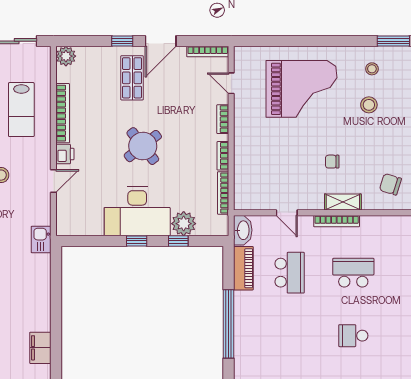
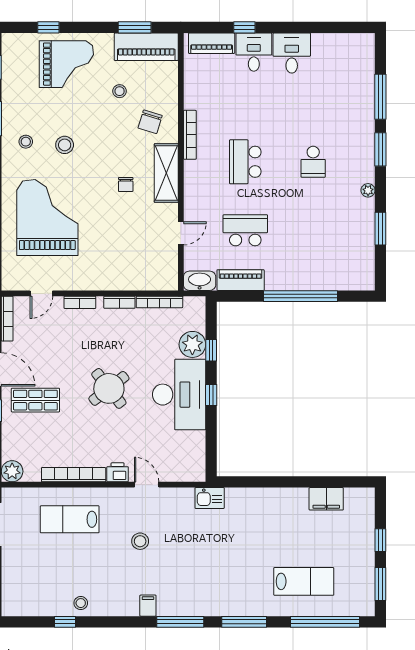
lab bench: (21, 110) -> (70, 519), turned 180
shelving: (343, 202) -> (166, 173), width x1.50, depth x1.33
bookcase: (337, 221) -> (190, 135), moved

